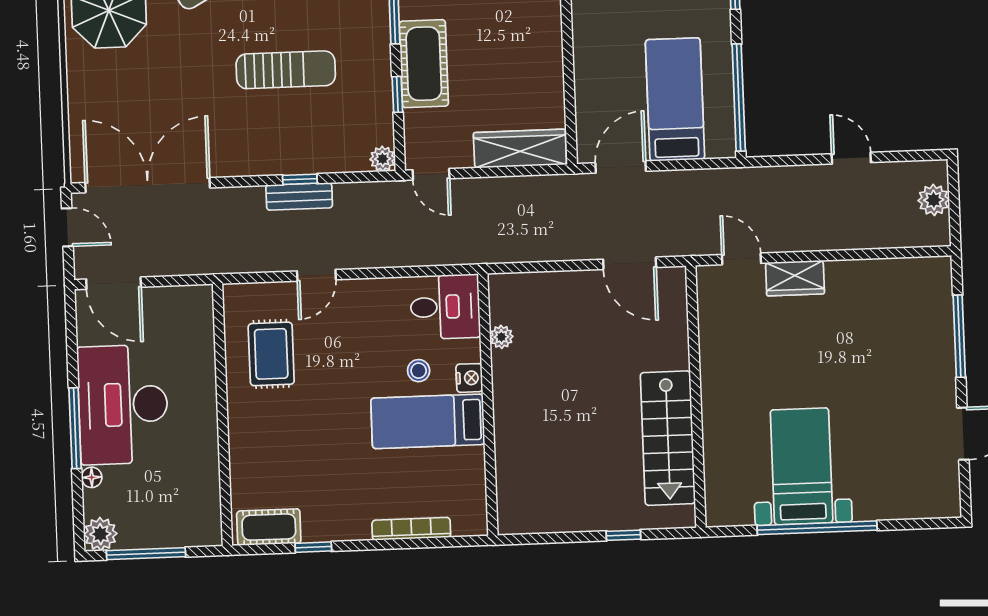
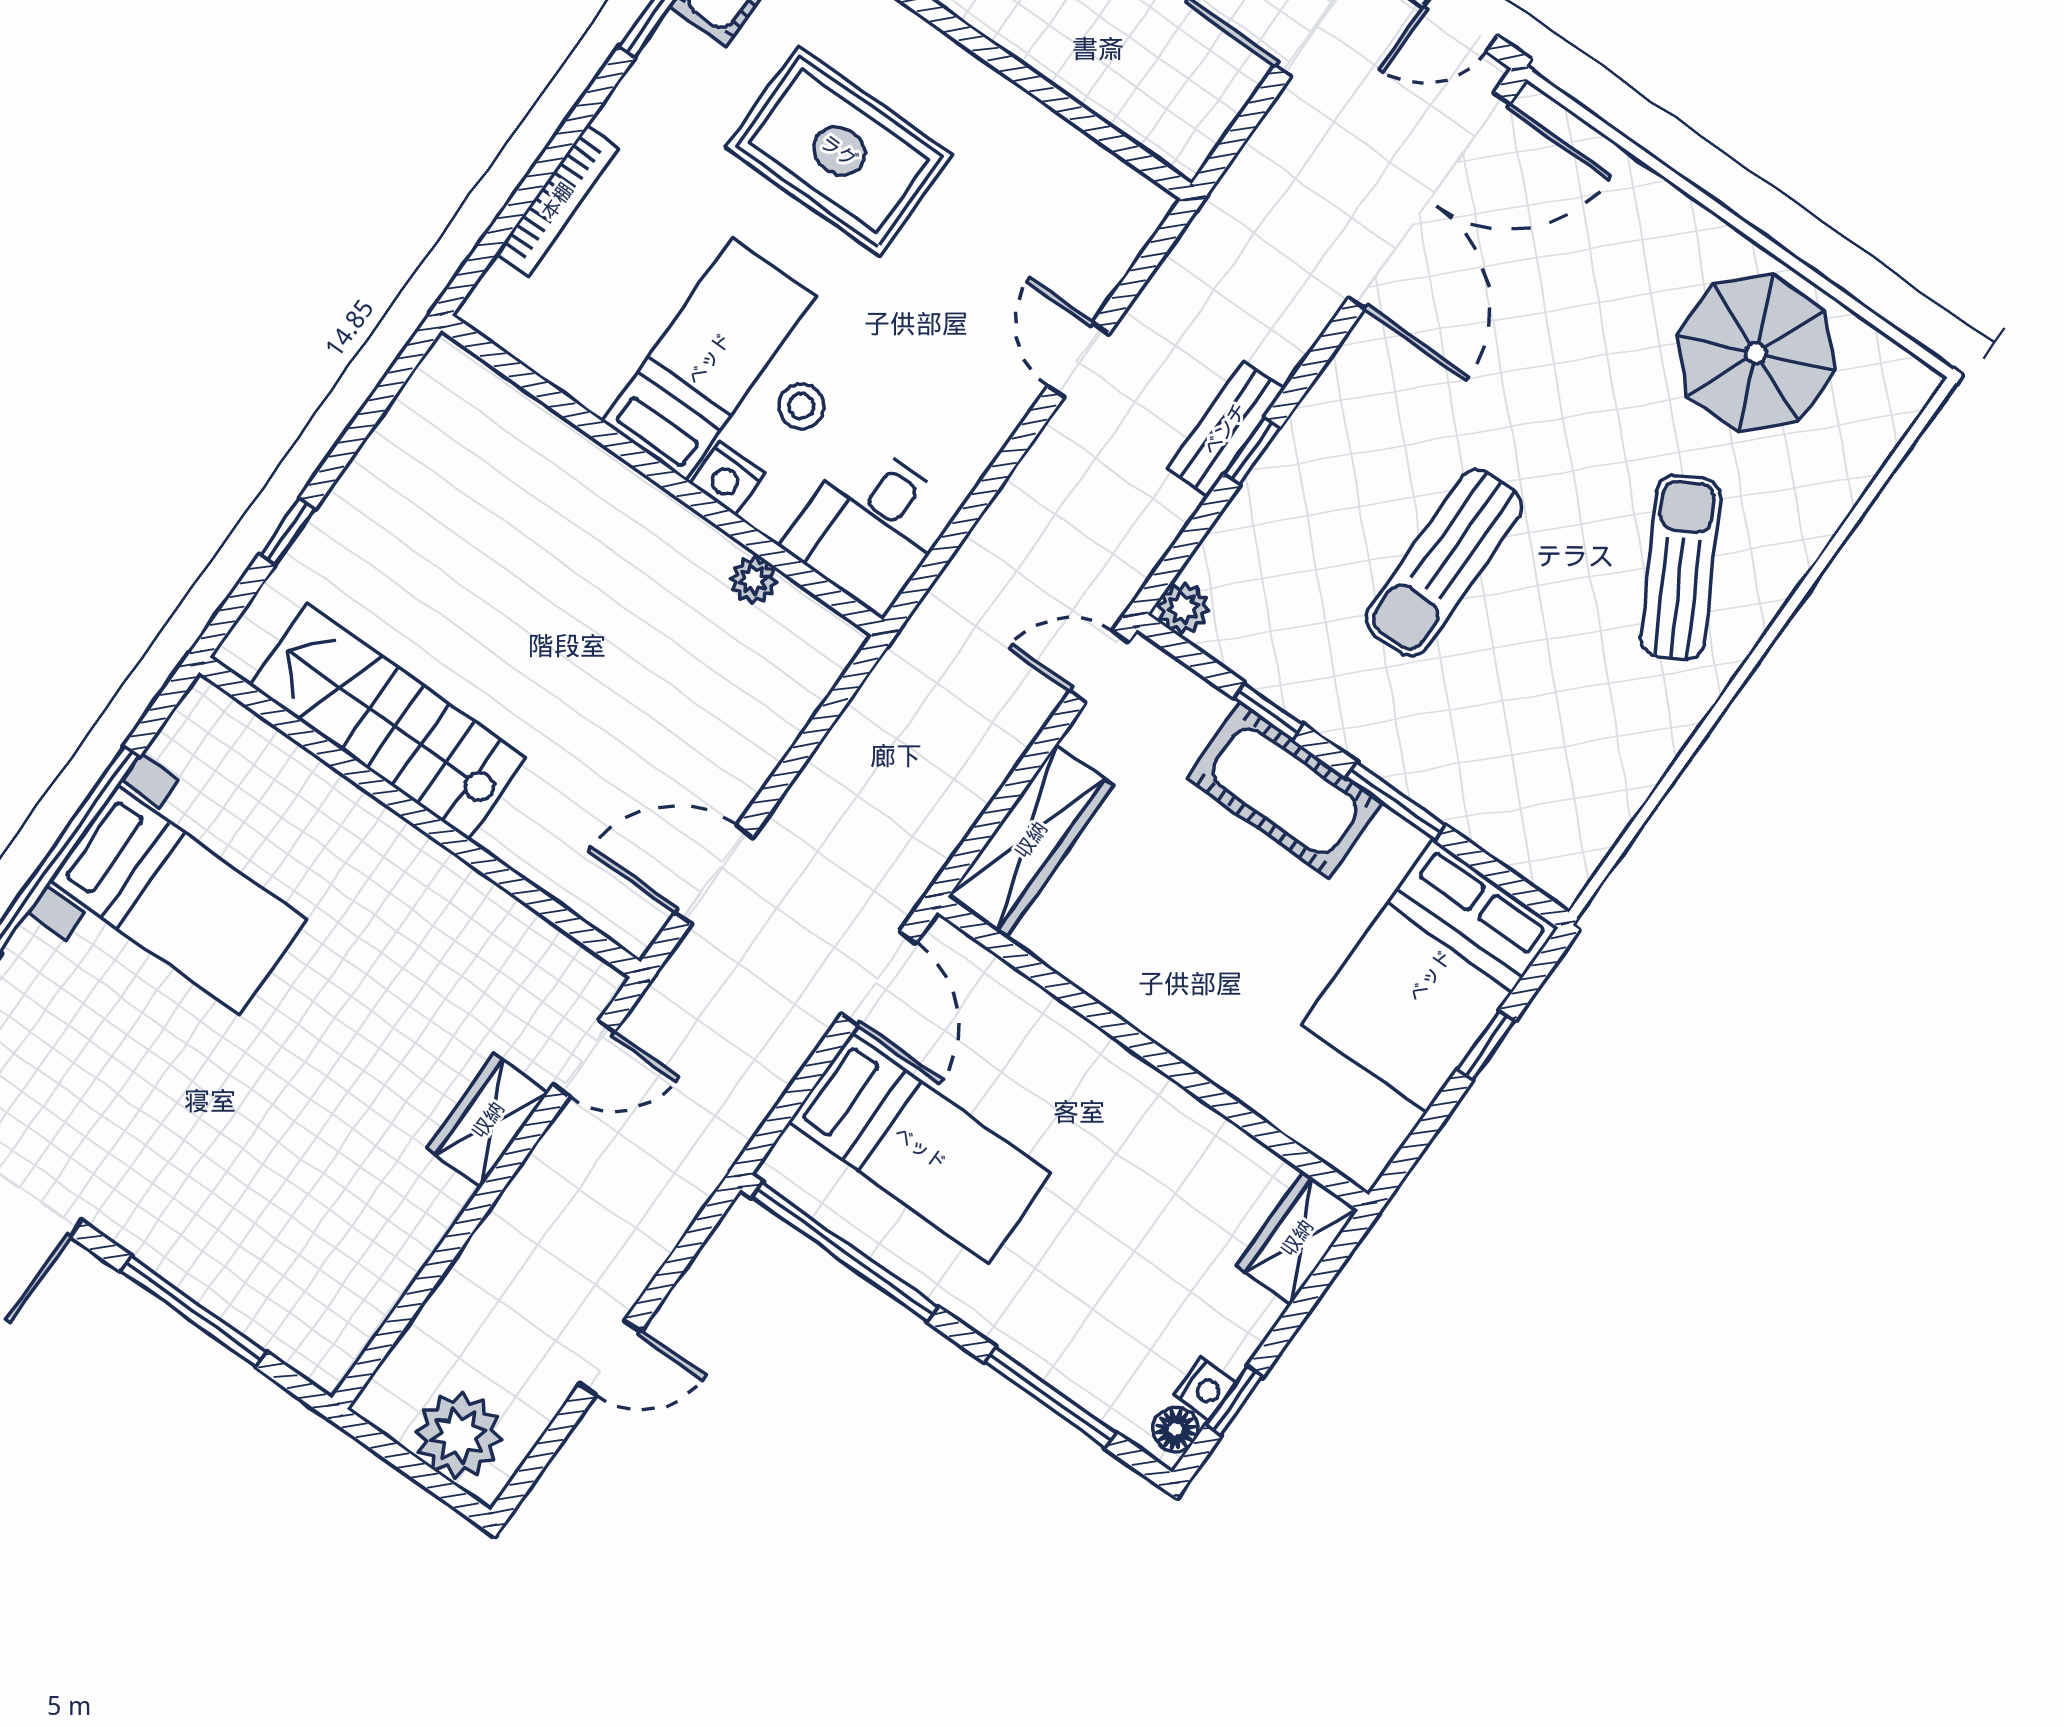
plant: (934, 200) -> (459, 1435), width x1.36, depth x1.36
rug: (271, 354) -> (839, 151), moved, width x1.36, depth x1.43

